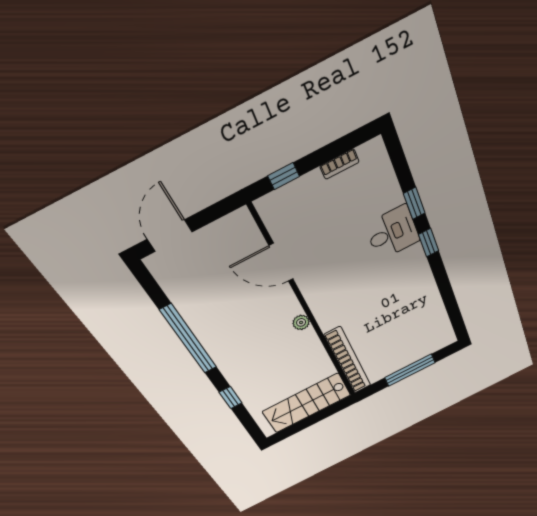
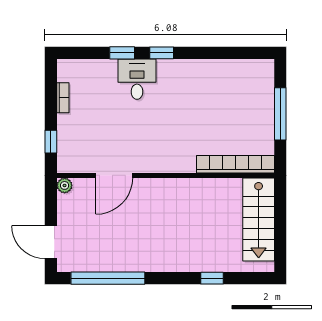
plant: (301, 322) -> (65, 185), moved
window: (189, 339) -> (108, 278), moved

